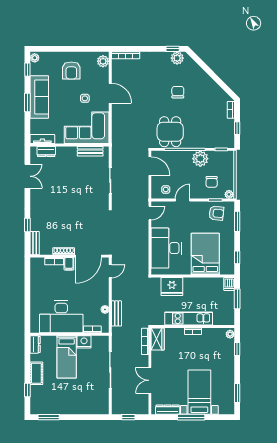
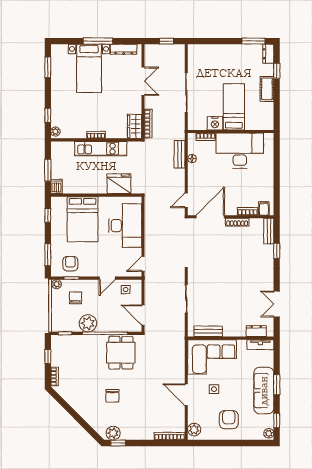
armchair: (216, 213) -> (70, 264), turned 84
filing cabinet: (69, 264) -> (264, 209), moved
dresser: (35, 344) -> (268, 54), moved

